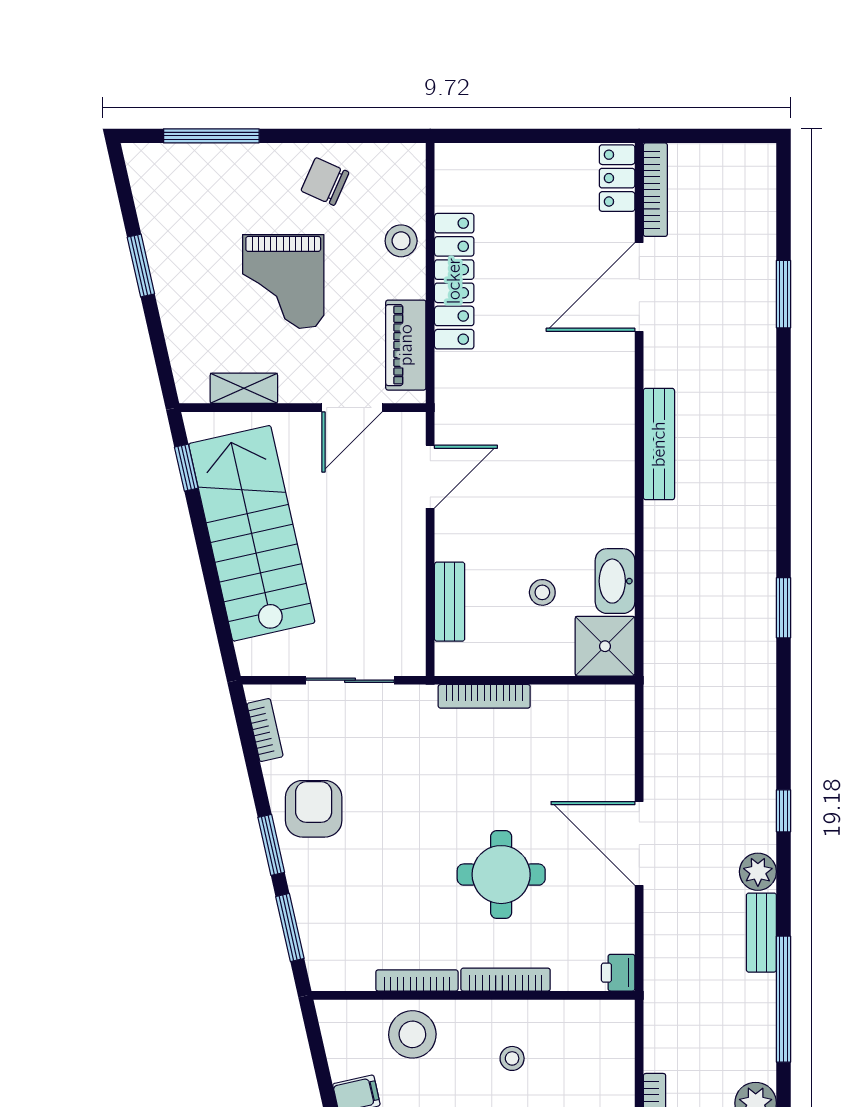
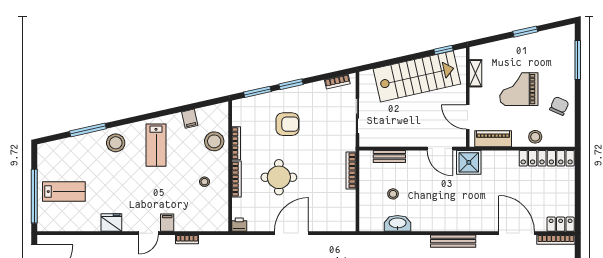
locker: (454, 281) -> (547, 158), moved
shower: (605, 646) -> (469, 162), moved
armchair: (314, 809) -> (287, 124), moved

